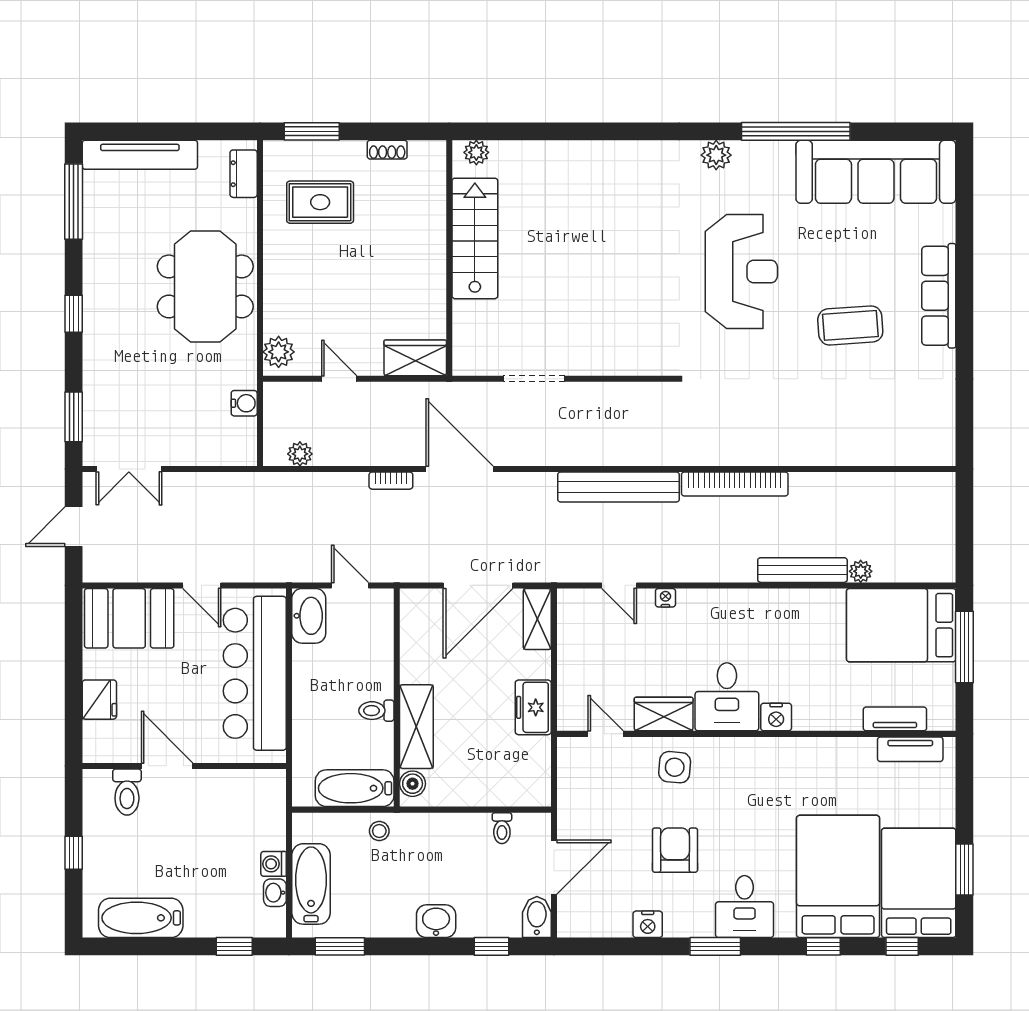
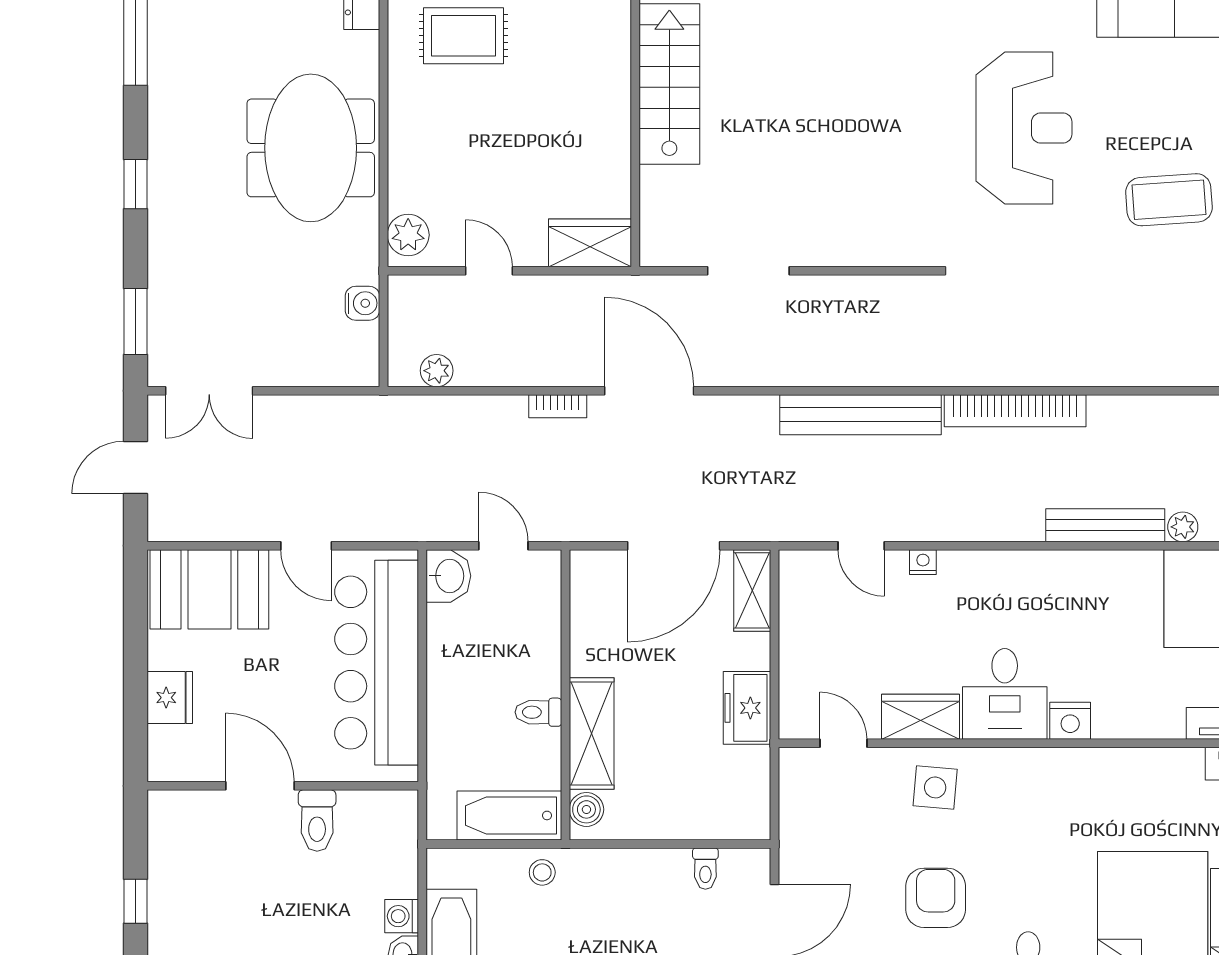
washbasin: (309, 616) -> (448, 576), width x0.72
toilet: (127, 792) -> (317, 821), moved

